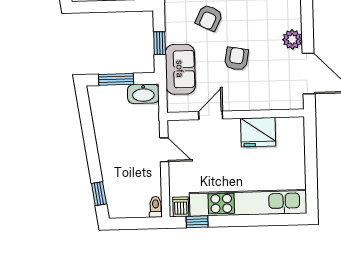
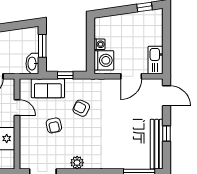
plant: (292, 39) -> (77, 163), moved
armchair: (236, 59) -> (54, 125), turned 68

